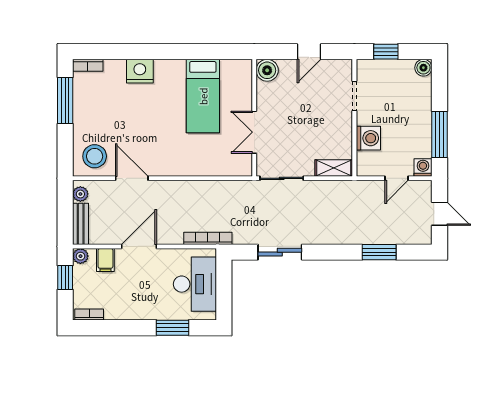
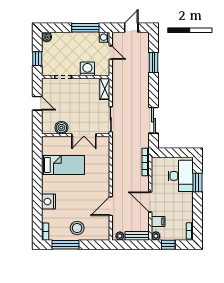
boiler: (267, 70) -> (61, 128), moved
stool: (95, 156) -> (77, 228), moved
desk: (195, 284) -> (181, 176), moved, turned 90

